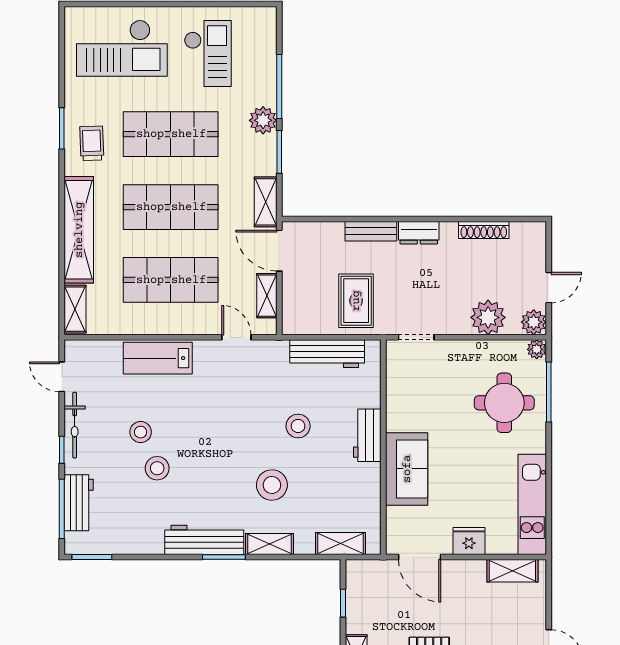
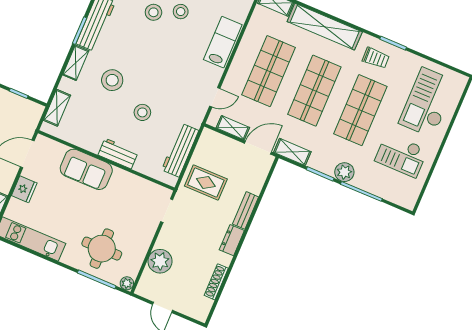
plant: (534, 322) -> (145, 289), removed

